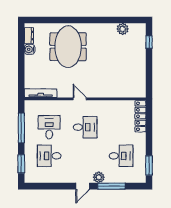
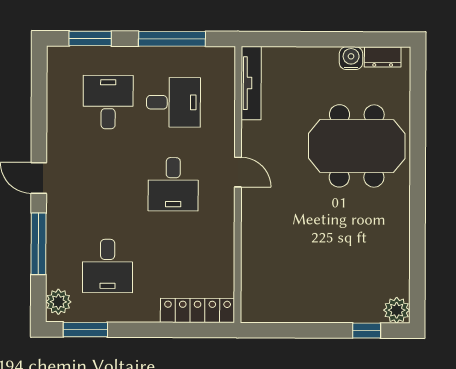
plant: (123, 29) -> (397, 310), moved
door: (80, 99) -> (238, 172), hinge flipped
plant: (99, 177) -> (58, 302), moved

